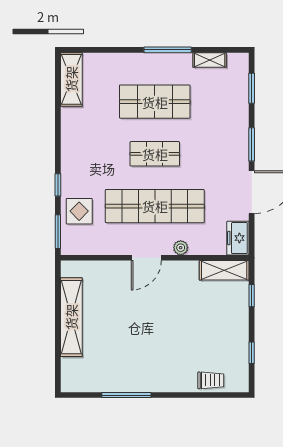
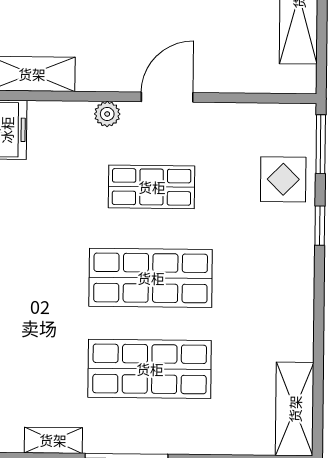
shop shelf: (155, 154) -> (151, 278), width x1.43, depth x1.36
shop shelf: (155, 206) -> (152, 187), width x0.50, depth x0.74

